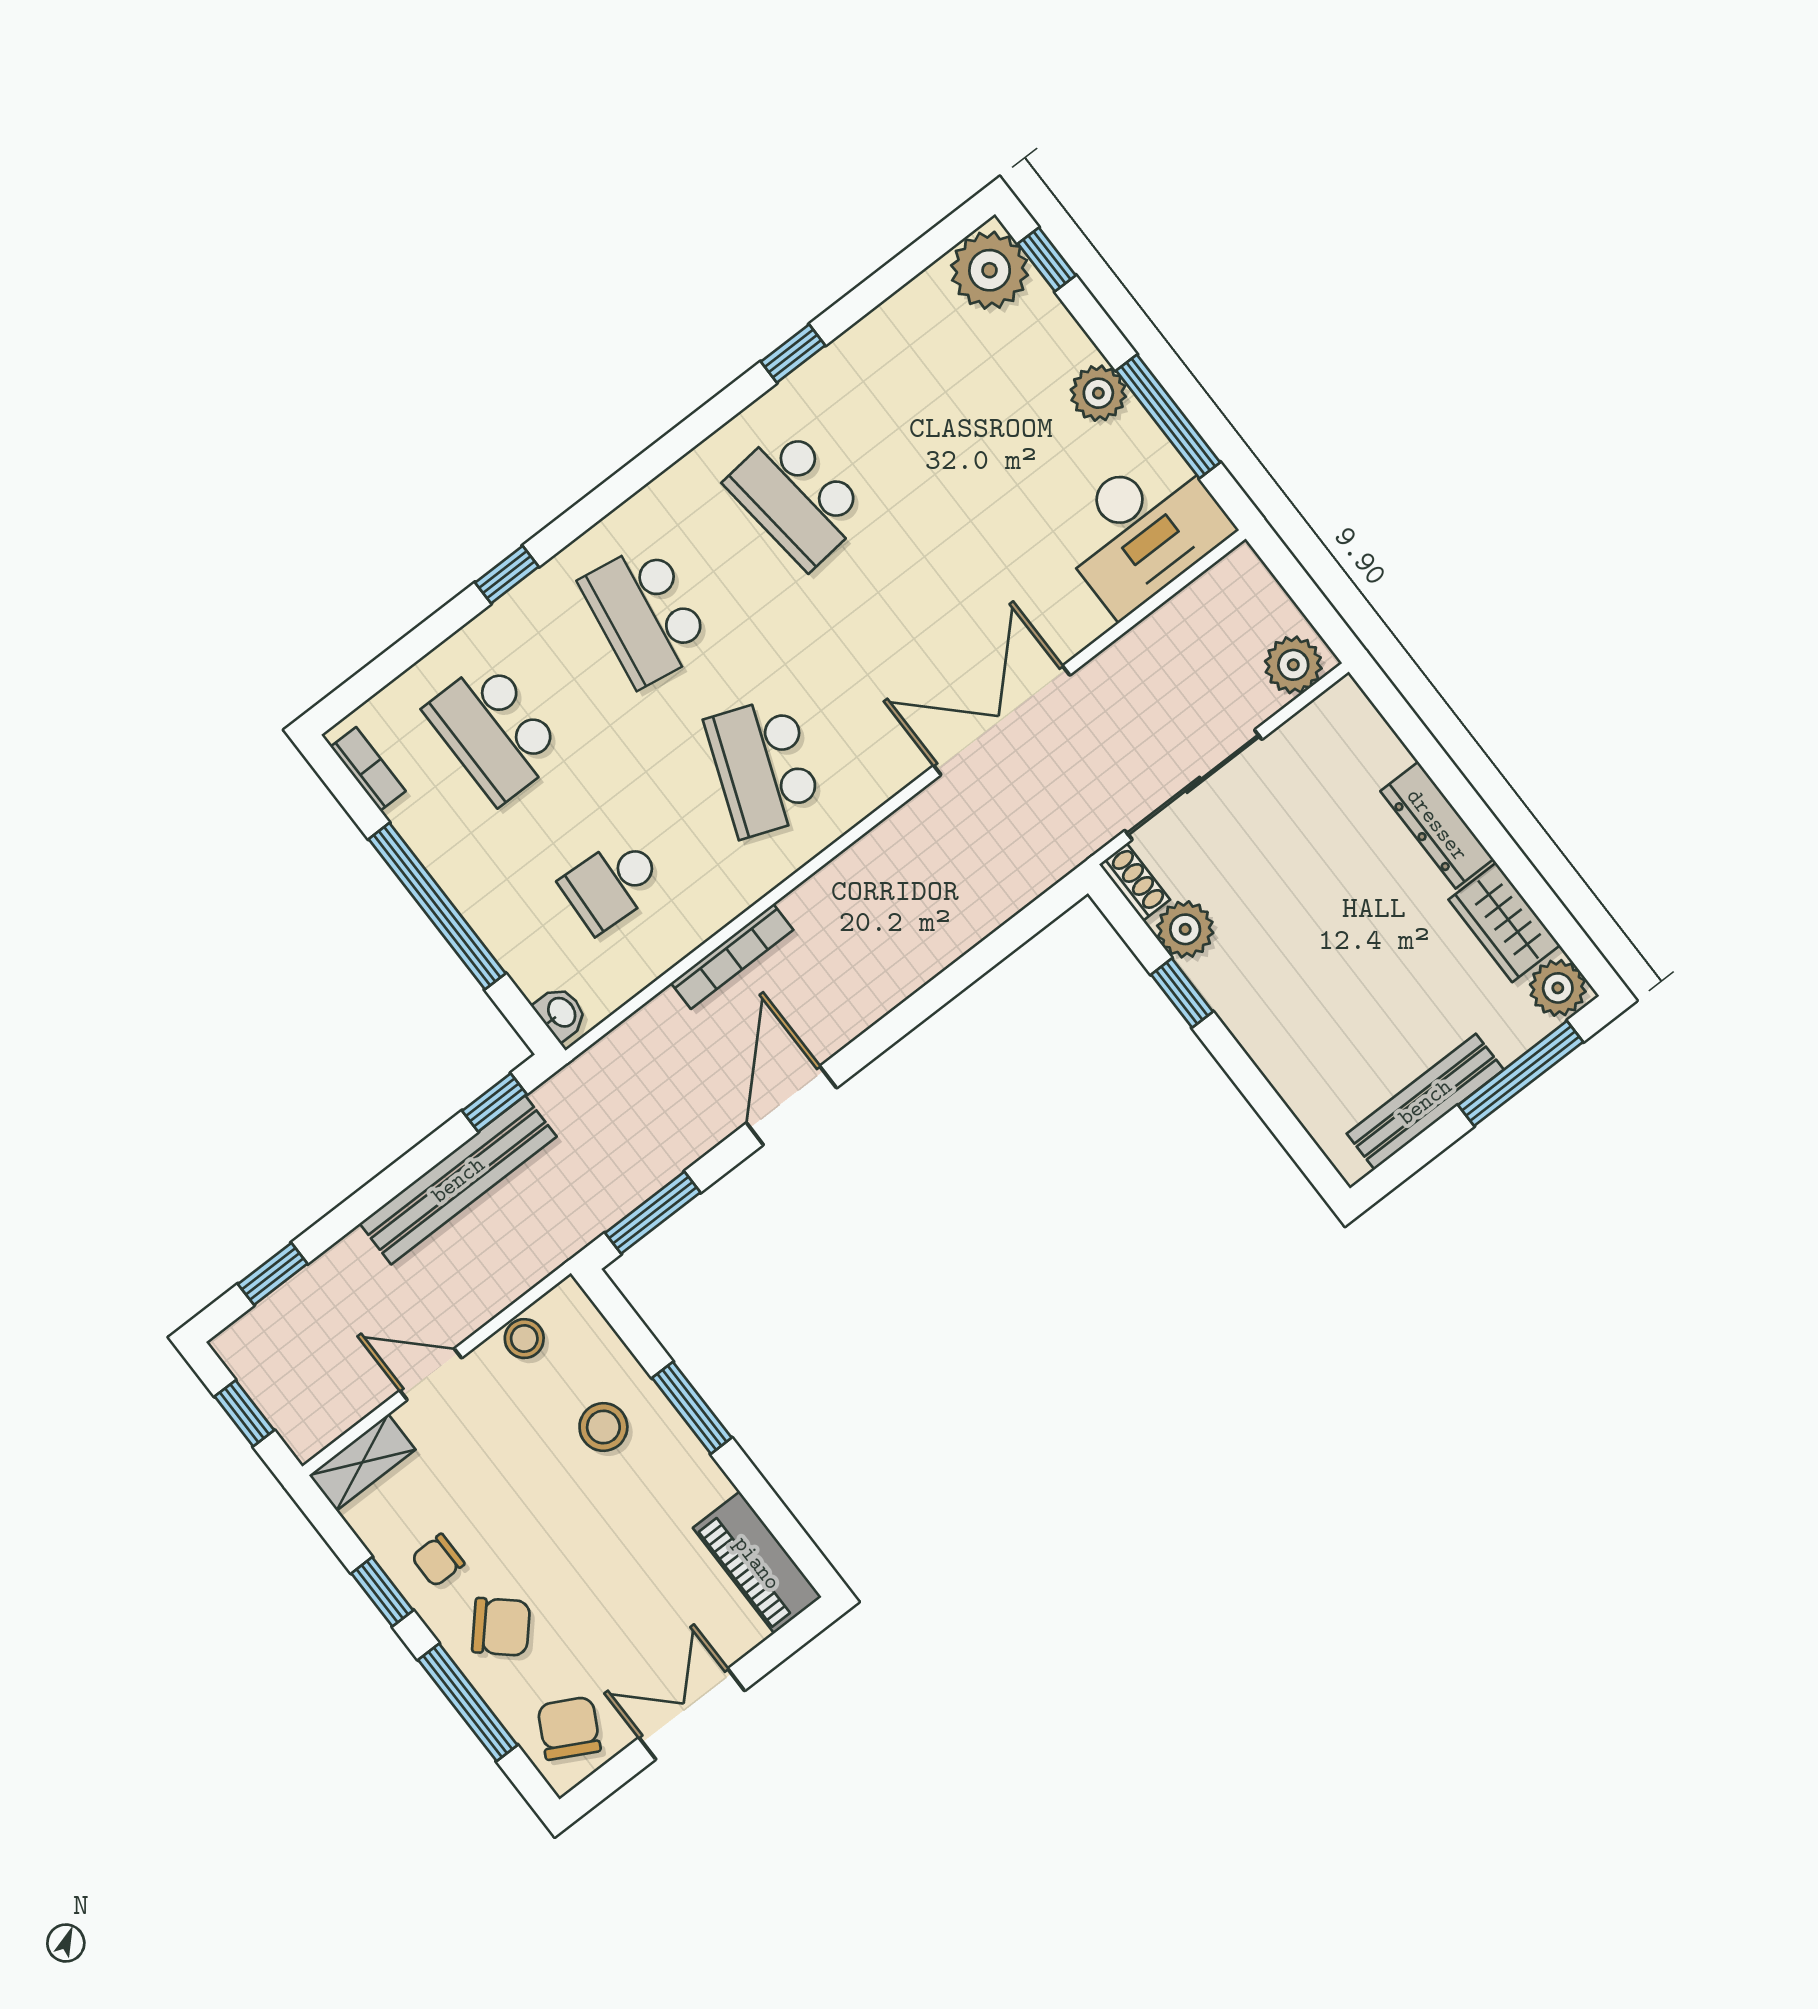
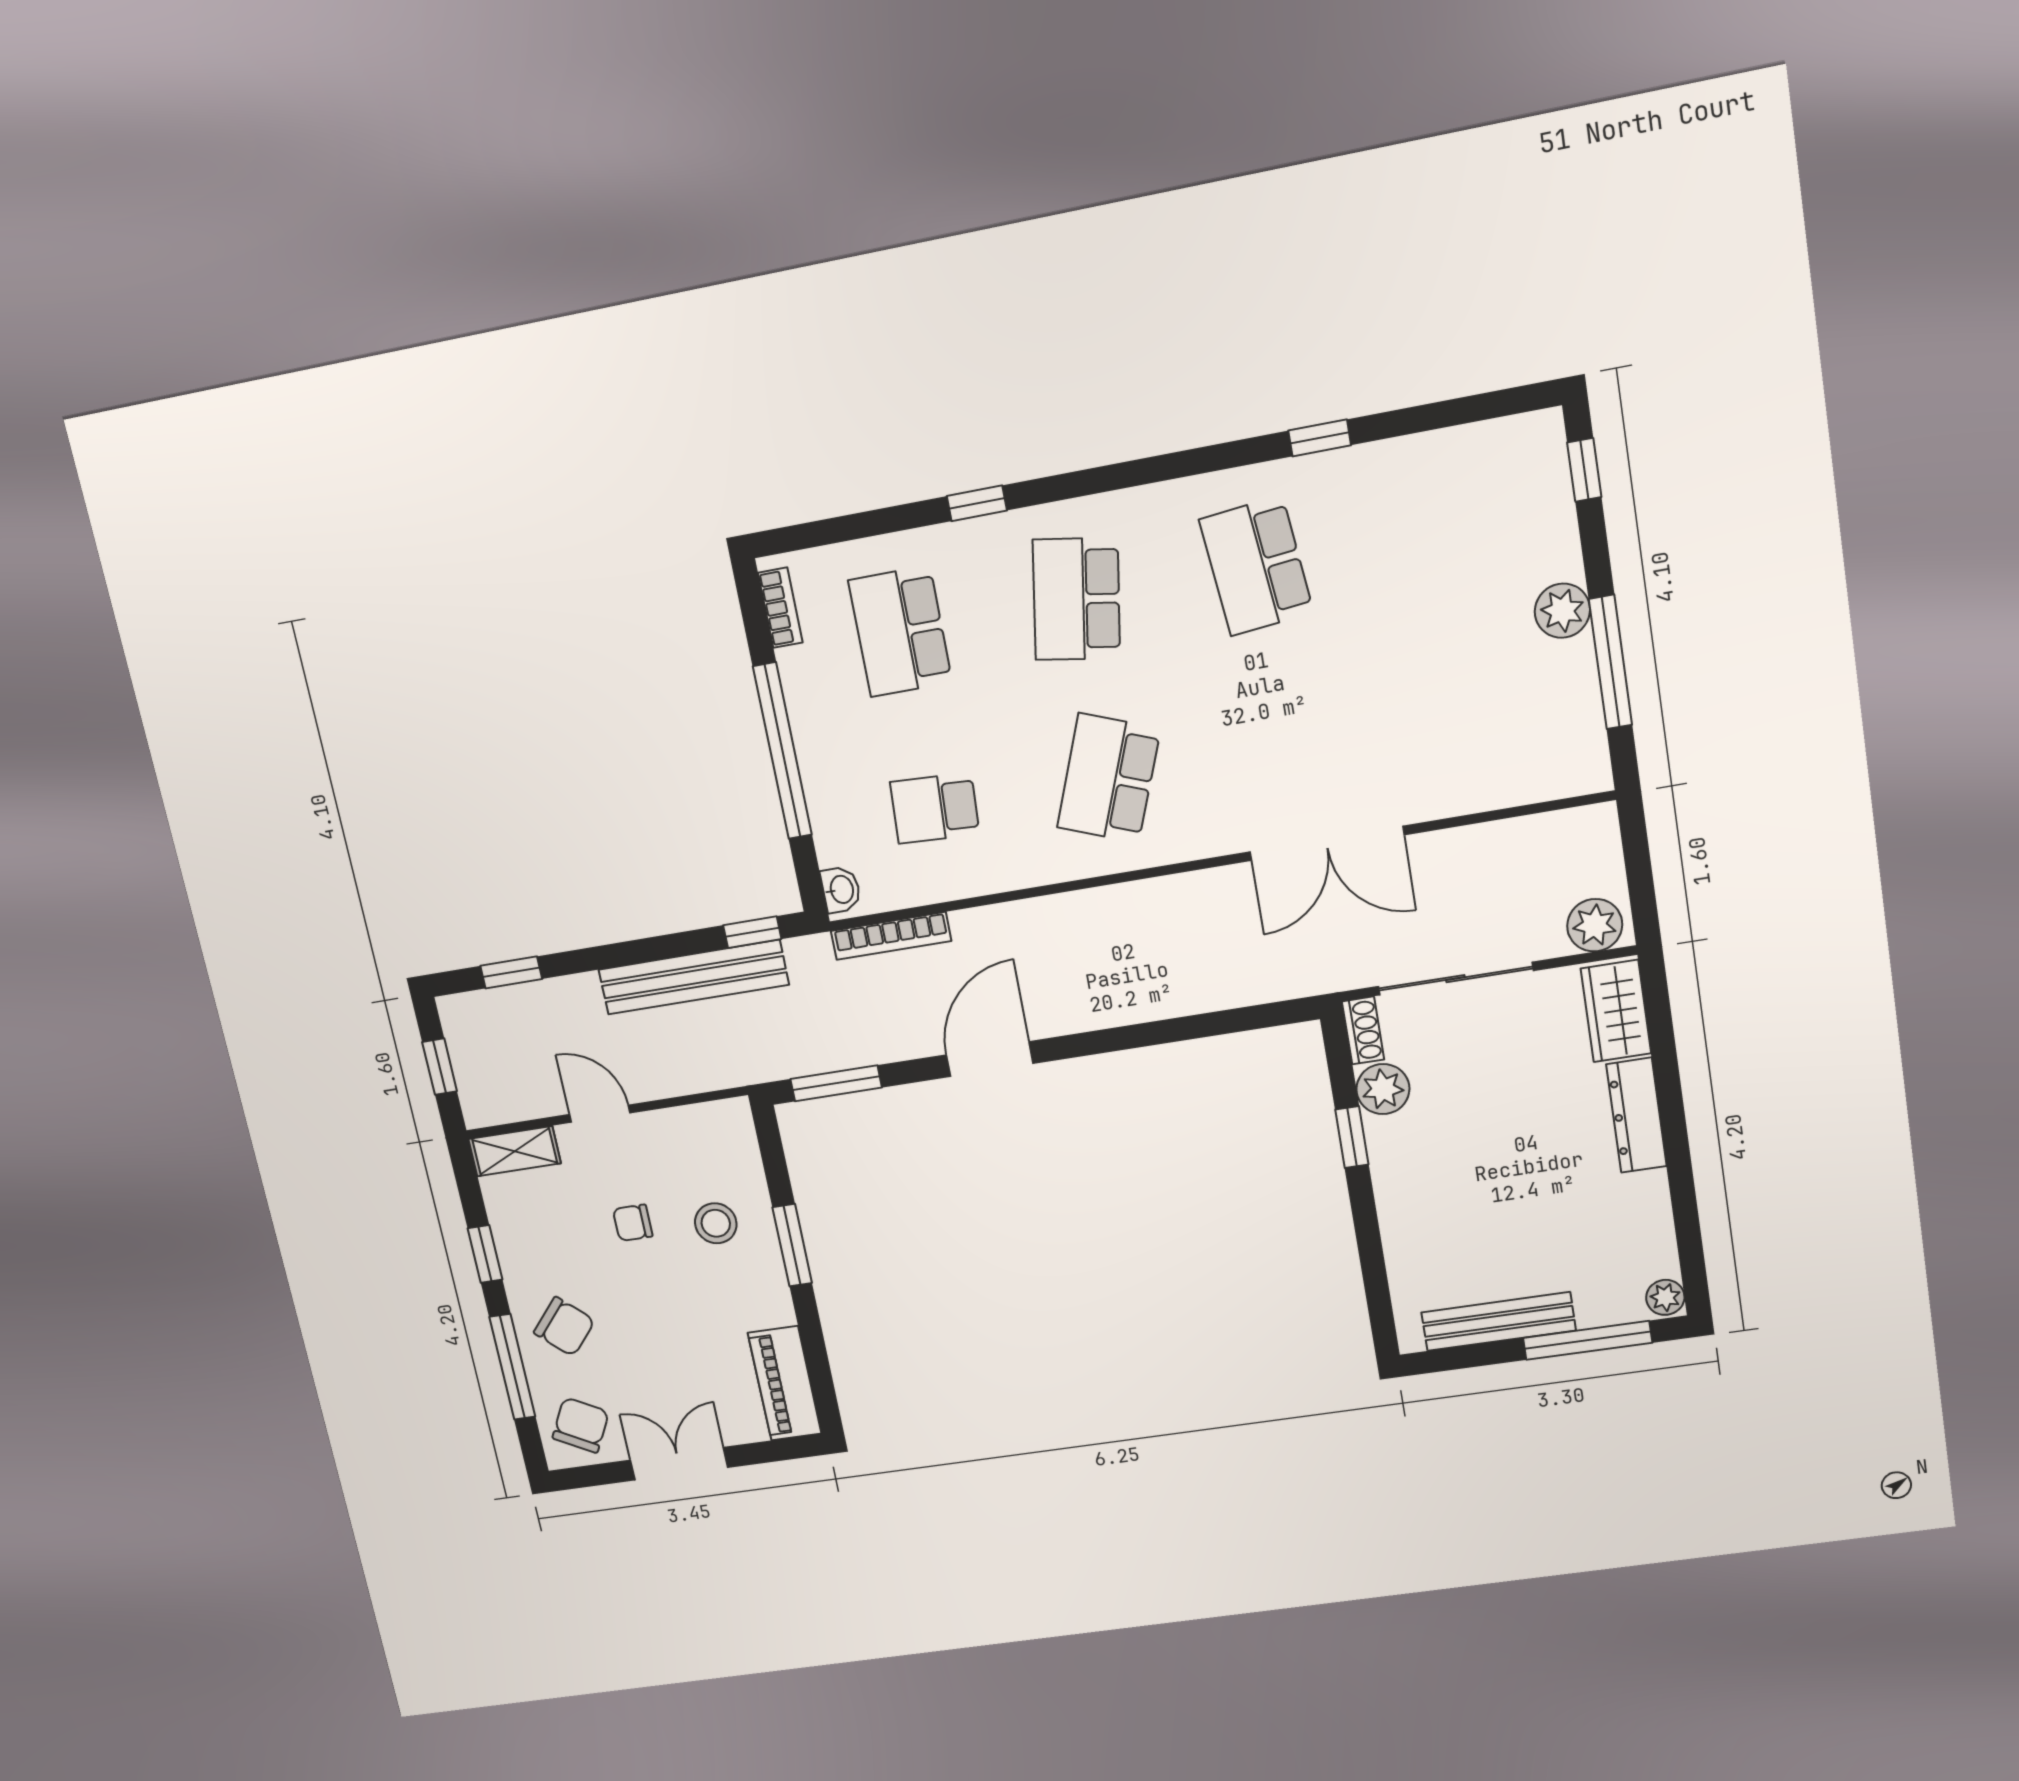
plant: (990, 270) -> (1529, 453), removed
desk: (1142, 529) -> (1534, 747), removed
double door: (1002, 720) -> (1327, 843), swing flipped
wardrobe: (1504, 922) -> (1616, 1011), moved
bookcase: (732, 956) -> (891, 936), moved
plant: (1558, 988) -> (1665, 1297), width x0.73, depth x0.73
stool: (524, 1339) -> (687, 1125), removed
chair: (438, 1560) -> (633, 1223), moved

